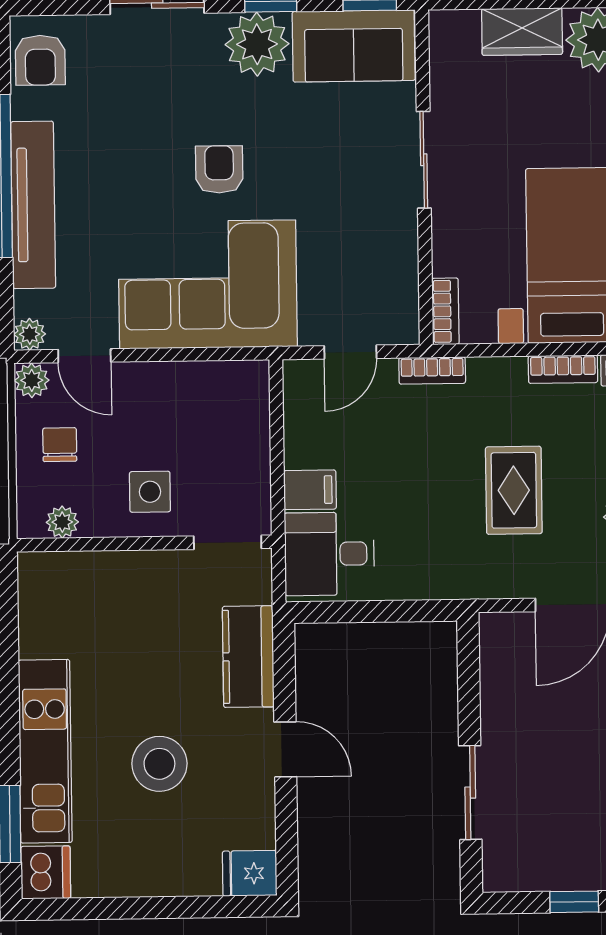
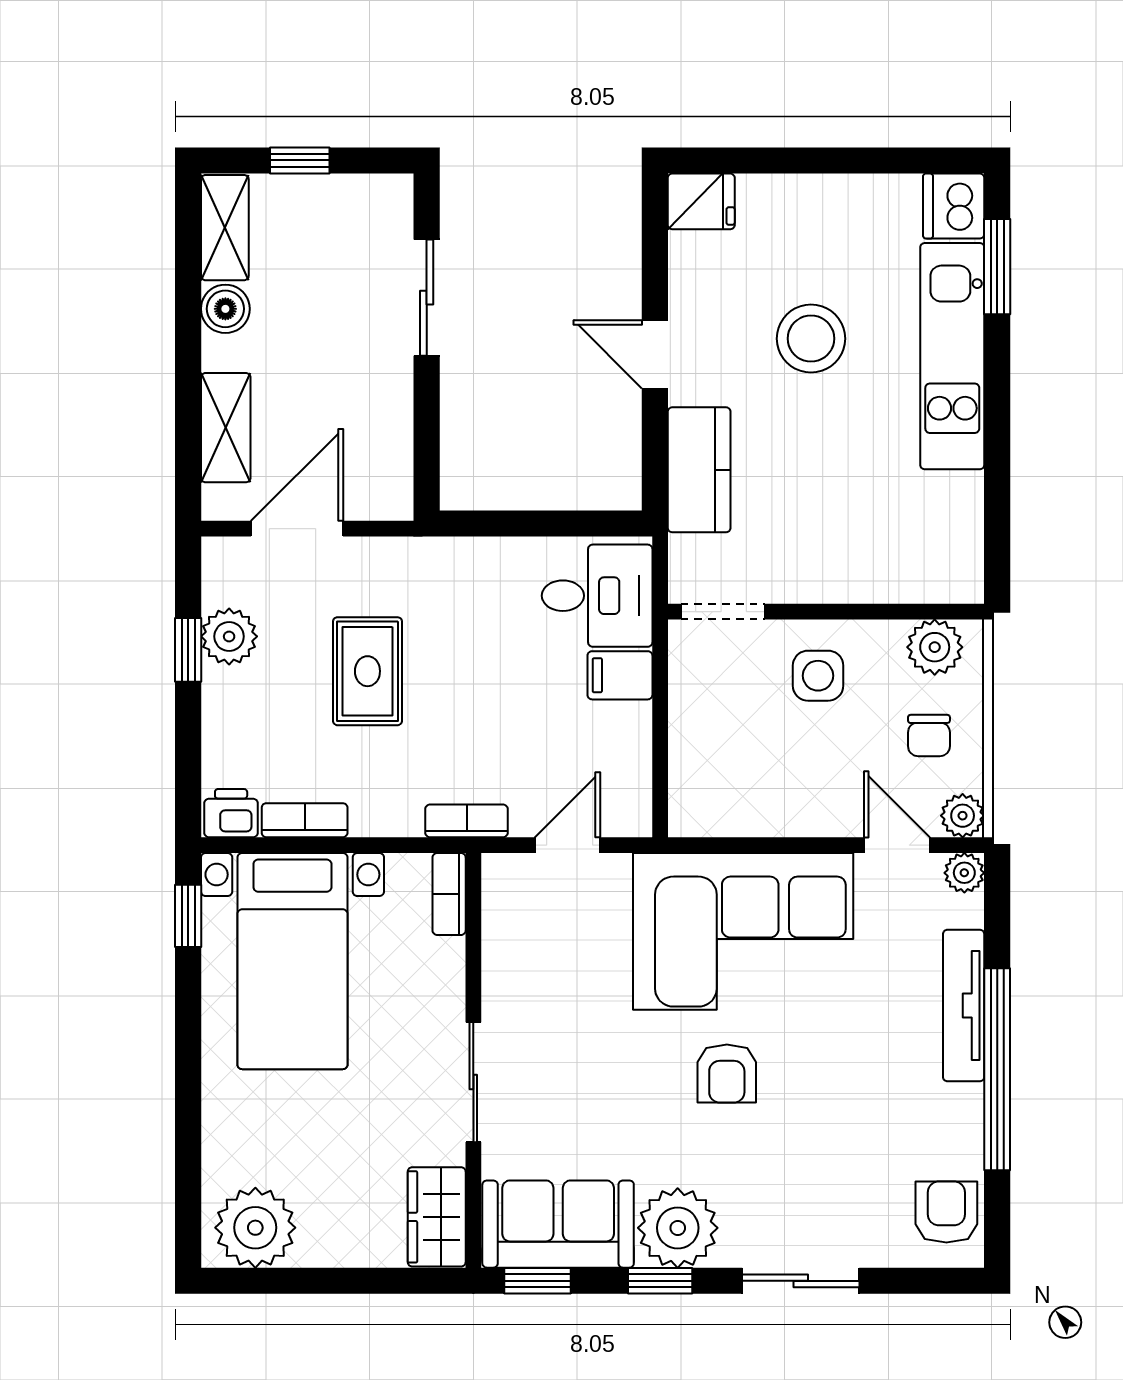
wardrobe: (522, 32) -> (437, 1217), moved, turned -90
tv unit: (33, 205) -> (964, 1006), width x0.73, depth x0.78
plant: (62, 522) -> (935, 647), width x1.38, depth x1.38

